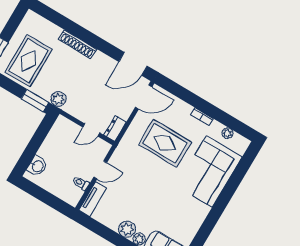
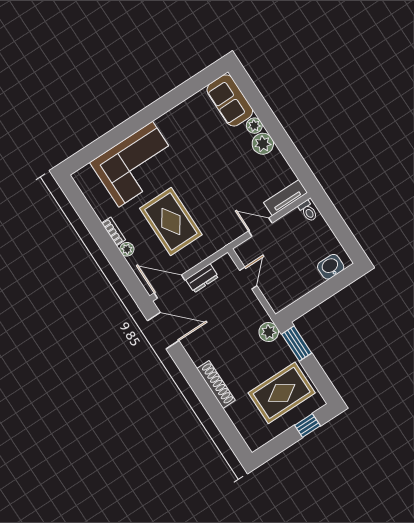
dresser: (115, 128) -> (202, 278), moved
door: (91, 130) -> (248, 278), hinge flipped
plant: (227, 133) -> (127, 249), moved
toilet: (81, 183) -> (308, 211), moved

